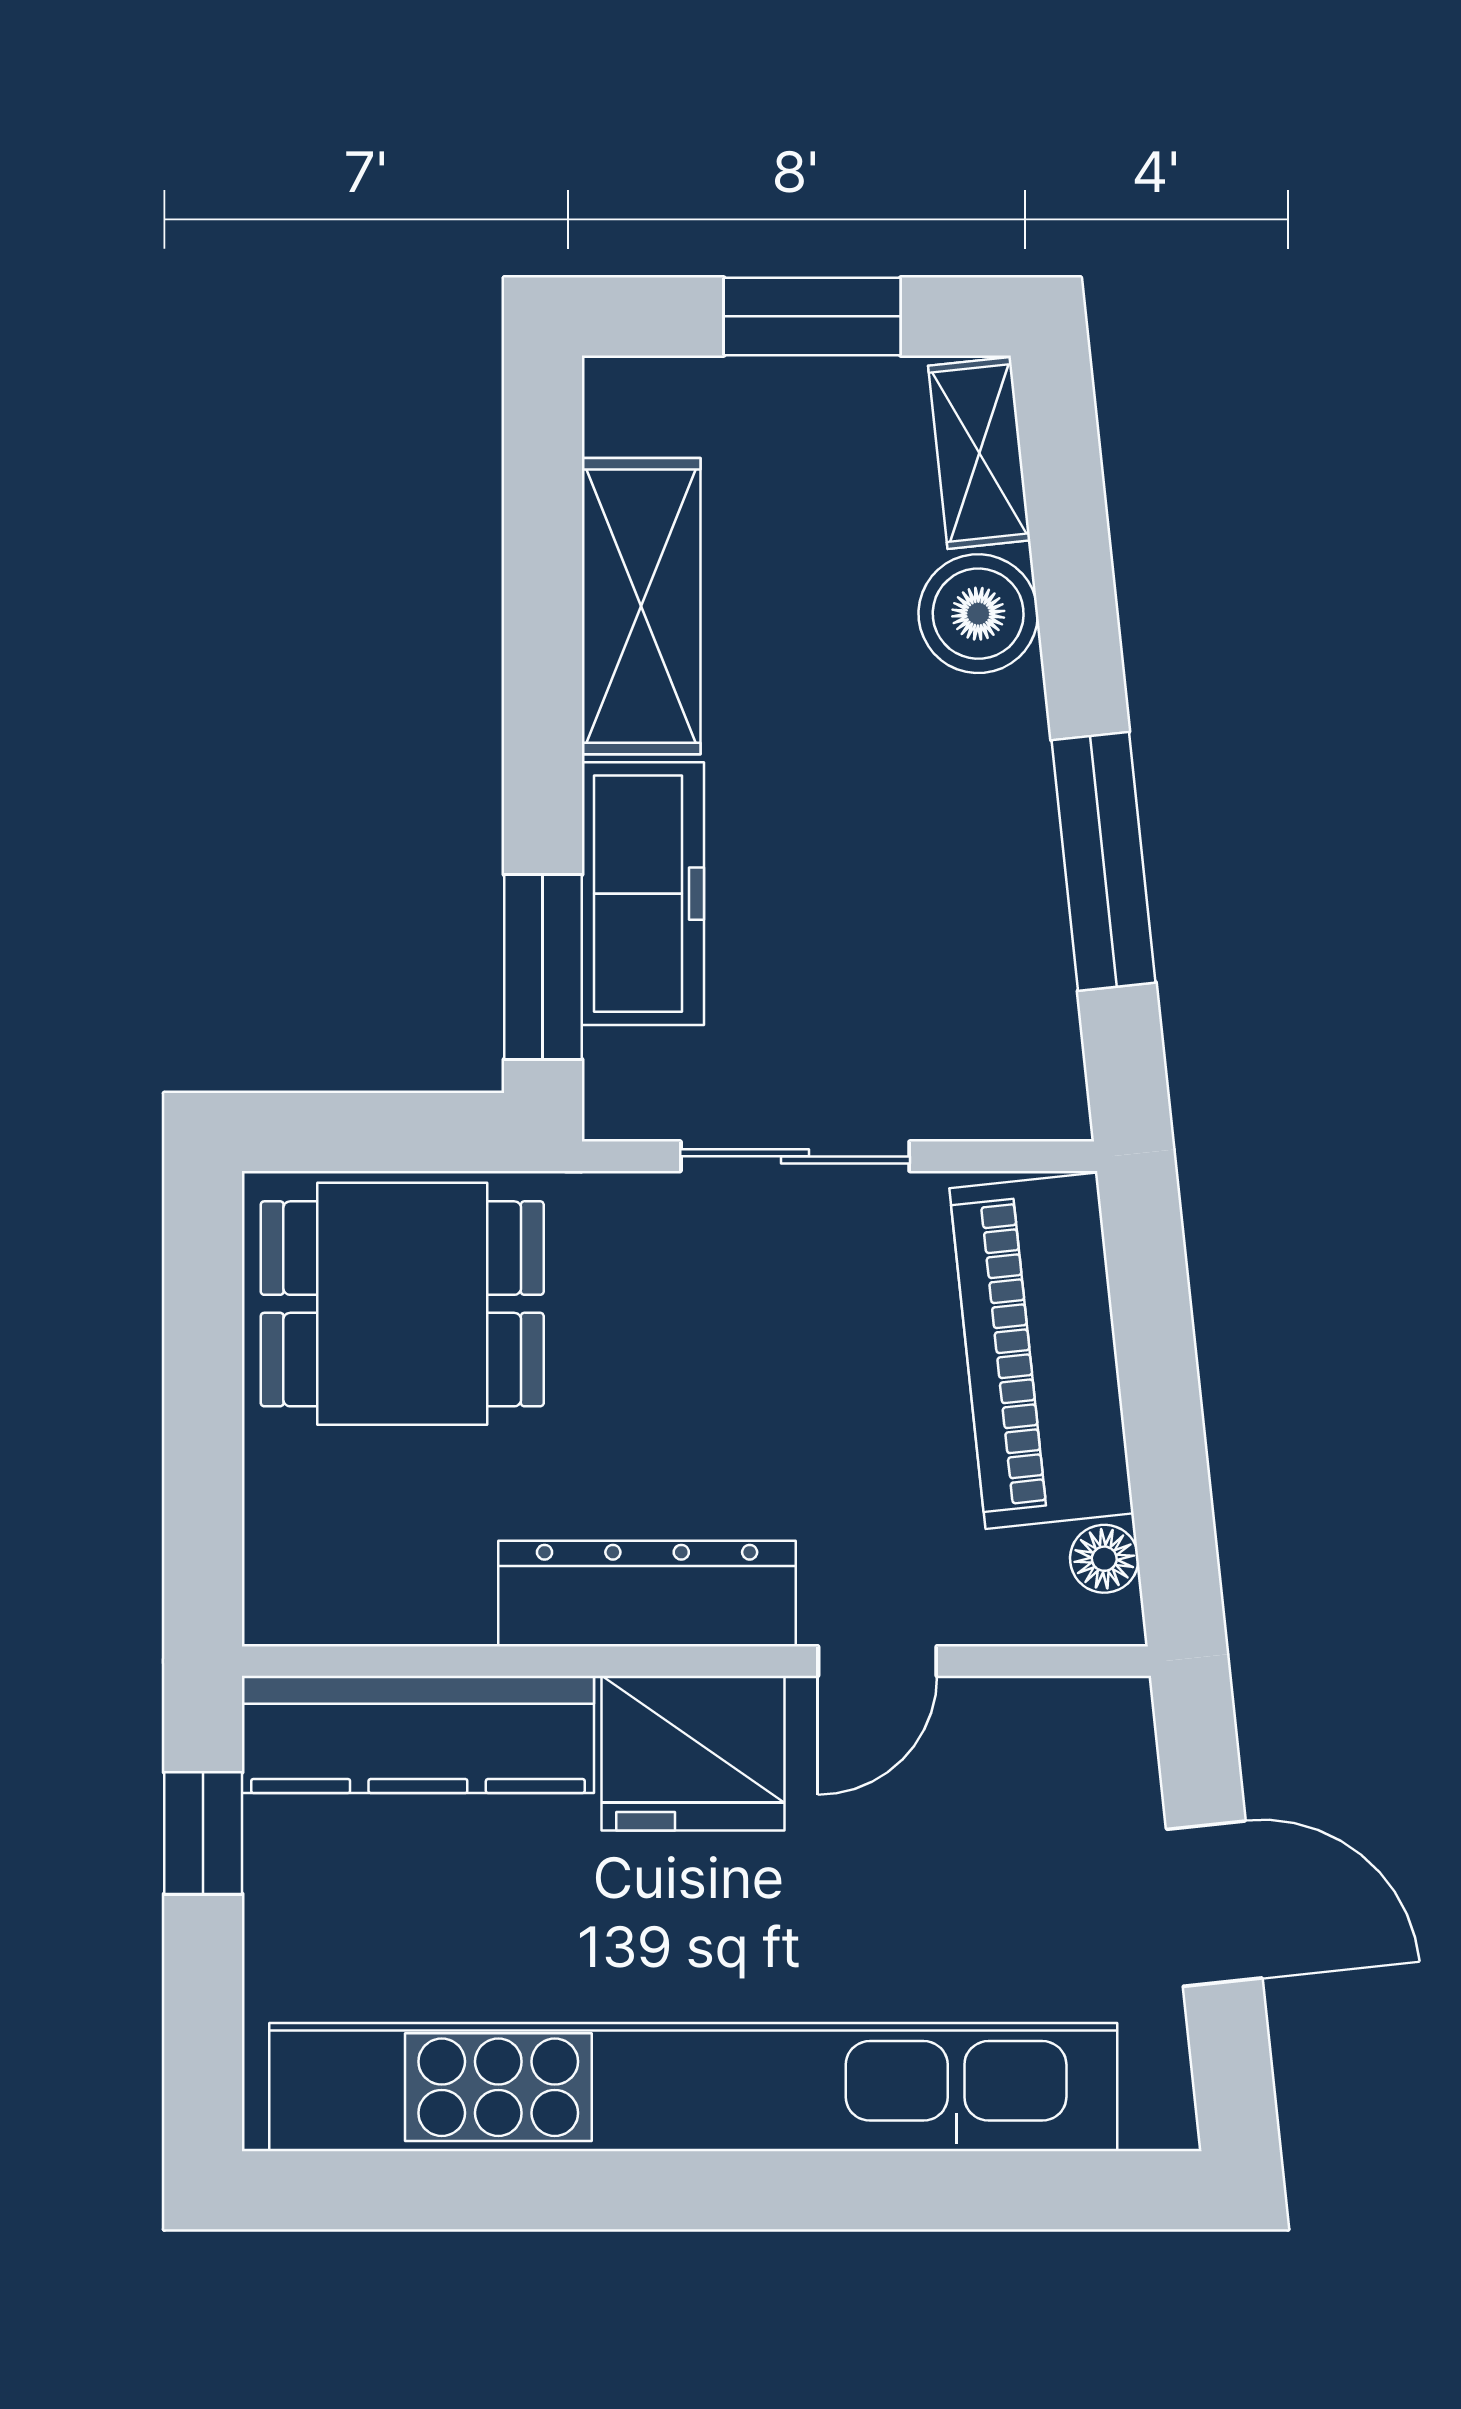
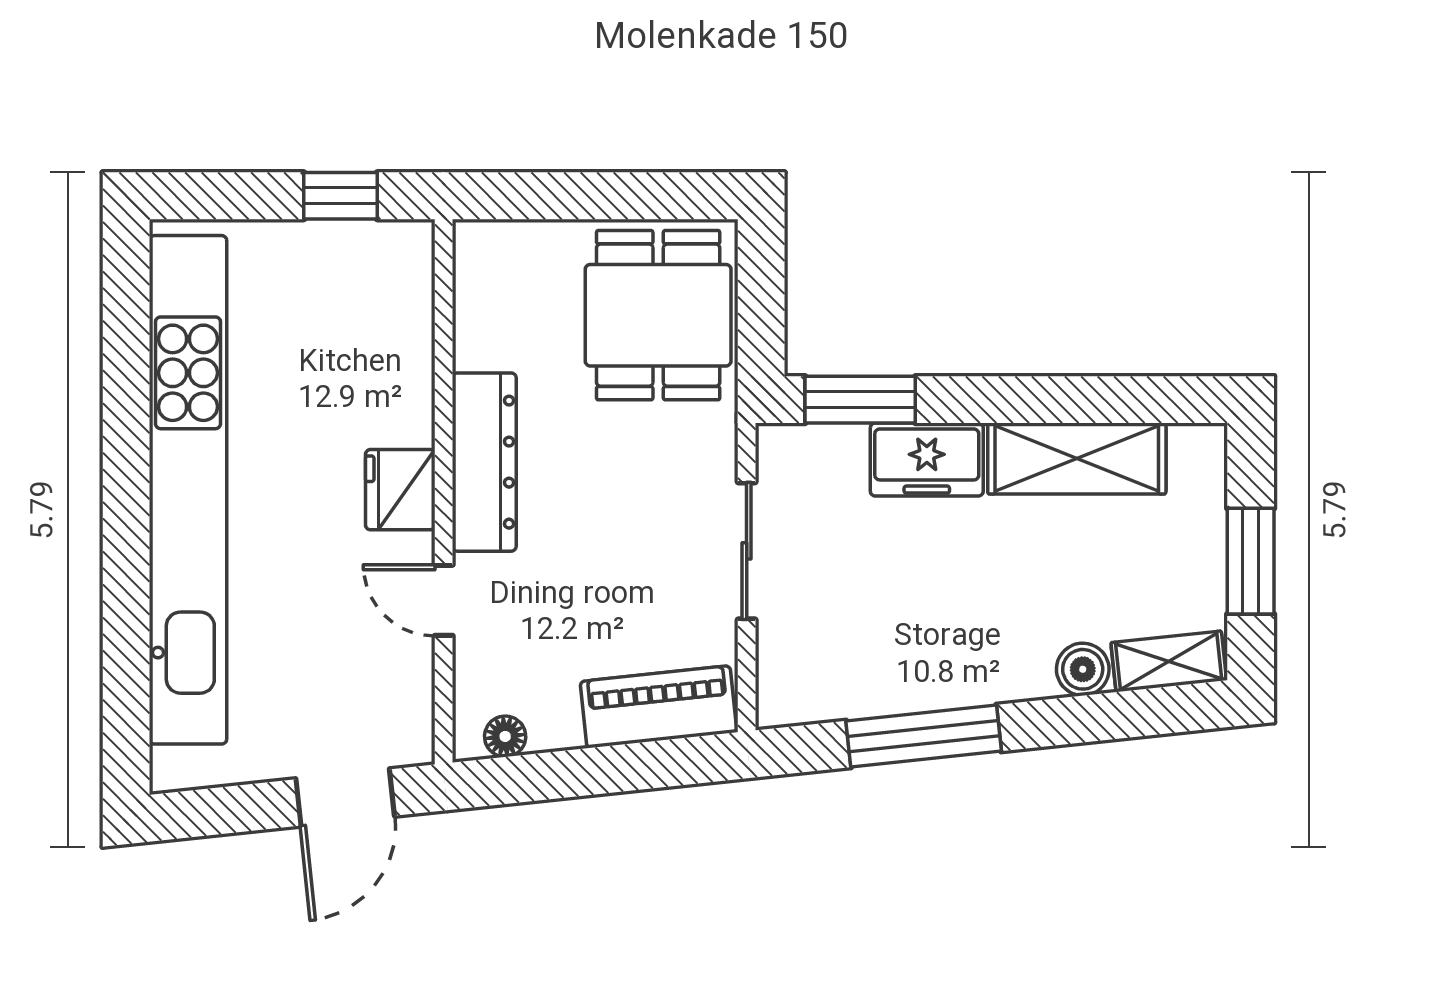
boiler: (978, 614) -> (1083, 669), width x0.73, depth x0.73
freezer: (643, 894) -> (927, 460), width x0.71
piano: (1042, 1351) -> (659, 707), width x0.73, depth x0.75
kitchen counter: (418, 1734) -> (400, 325), removed
fridge: (693, 1753) -> (400, 490), width x0.73, depth x0.75
door: (1214, 1904) -> (345, 797), moved

